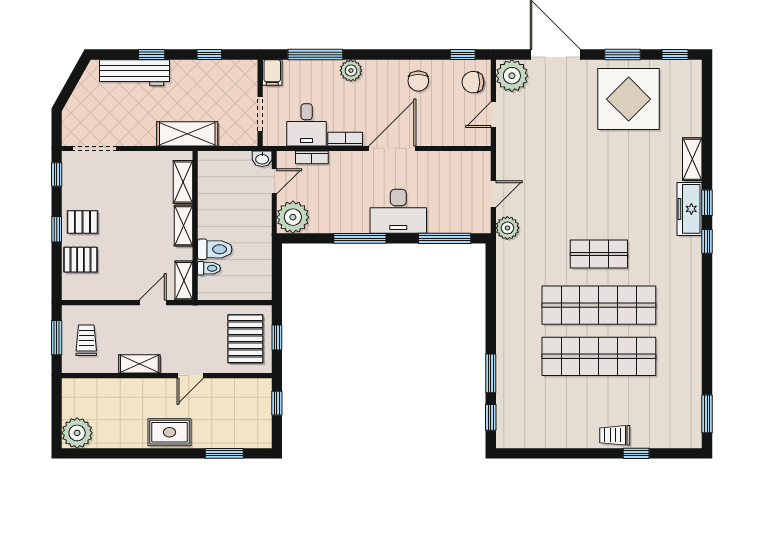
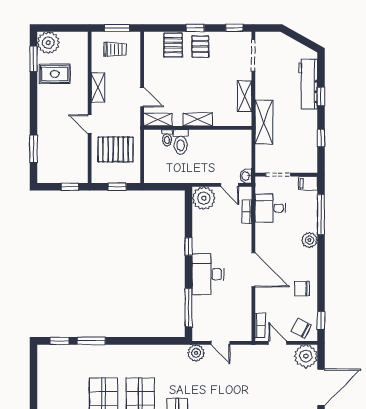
chair: (473, 82) -> (301, 328), turned -62
bookcase: (345, 139) -> (260, 326), moved
shelving: (183, 182) -> (245, 96), moved, turned 90
window: (360, 238) -> (189, 247), width x0.46
pallet: (245, 339) -> (116, 149), moved
rug: (170, 432) -> (55, 74), moved, turned 90
window: (99, 453) -> (34, 59), added

